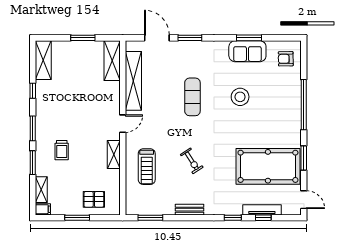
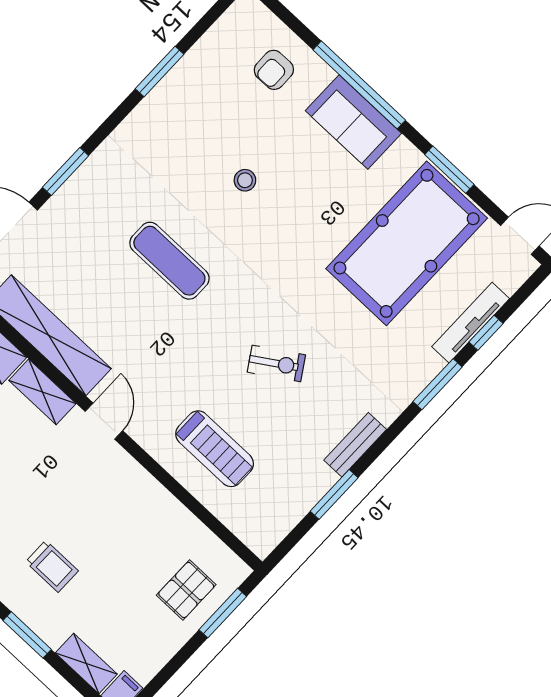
sofa: (247, 51) -> (353, 122), moved, turned 90
armchair: (286, 59) -> (274, 70), moved
stool: (240, 97) -> (245, 180), width x0.53, depth x0.53
shelving: (114, 155) -> (42, 392), moved
window: (77, 218) -> (223, 613), moved
window: (150, 218) -> (334, 494), moved
window: (233, 218) -> (438, 384), width x1.50

